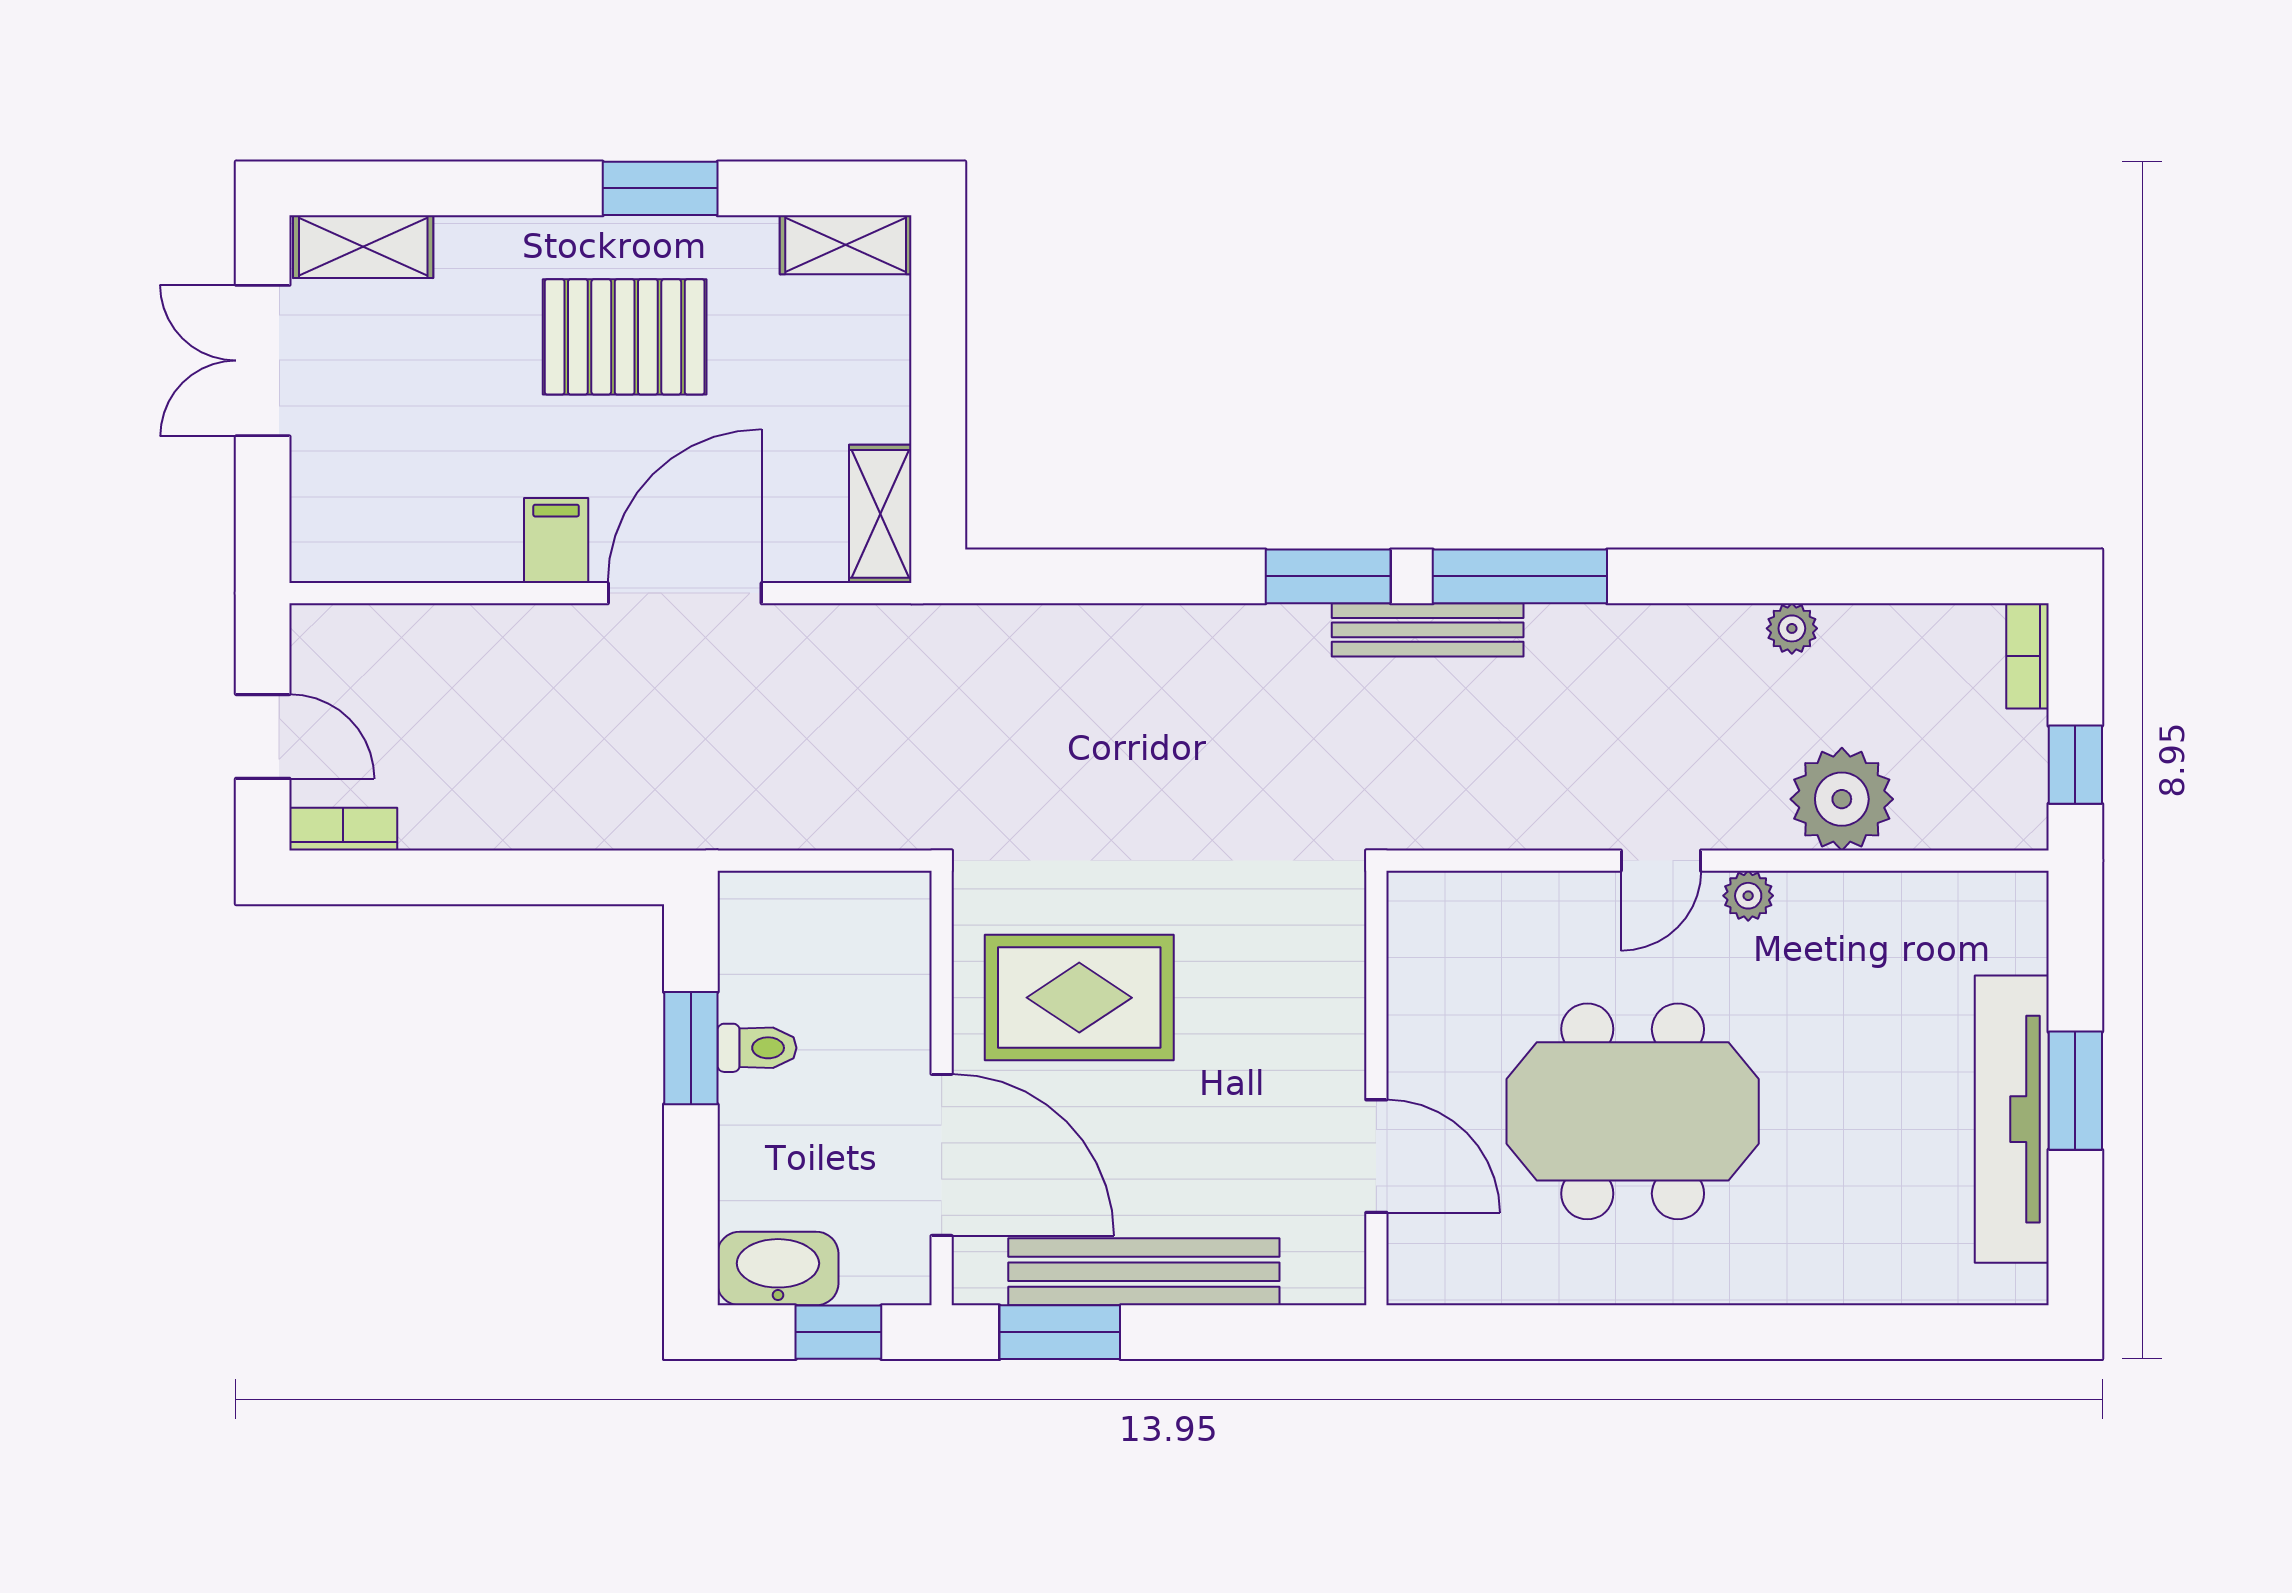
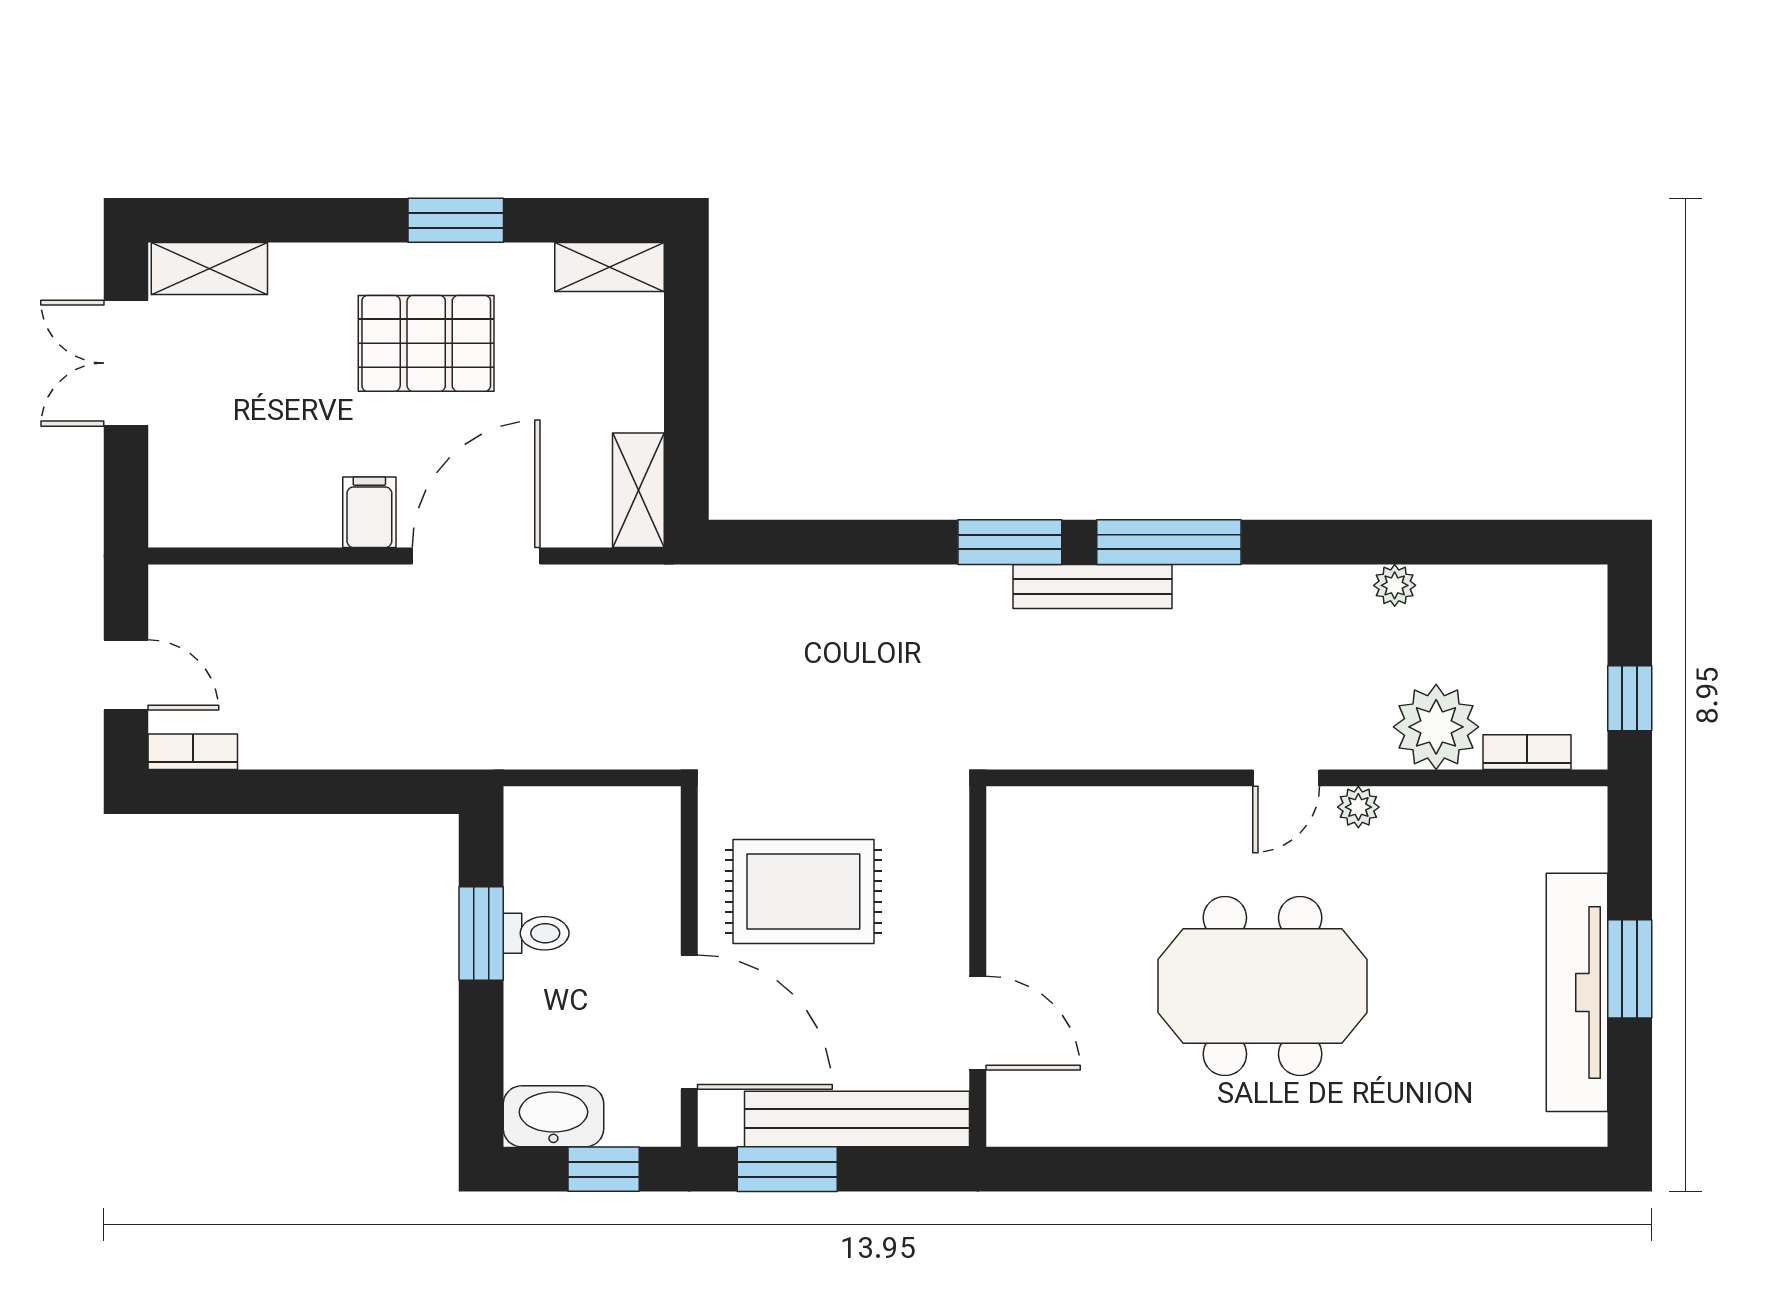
bookcase: (2027, 656) -> (1527, 752), moved, turned 90
wall: (1376, 1088) -> (978, 967), moved
door: (1376, 1156) -> (978, 1023), moved

